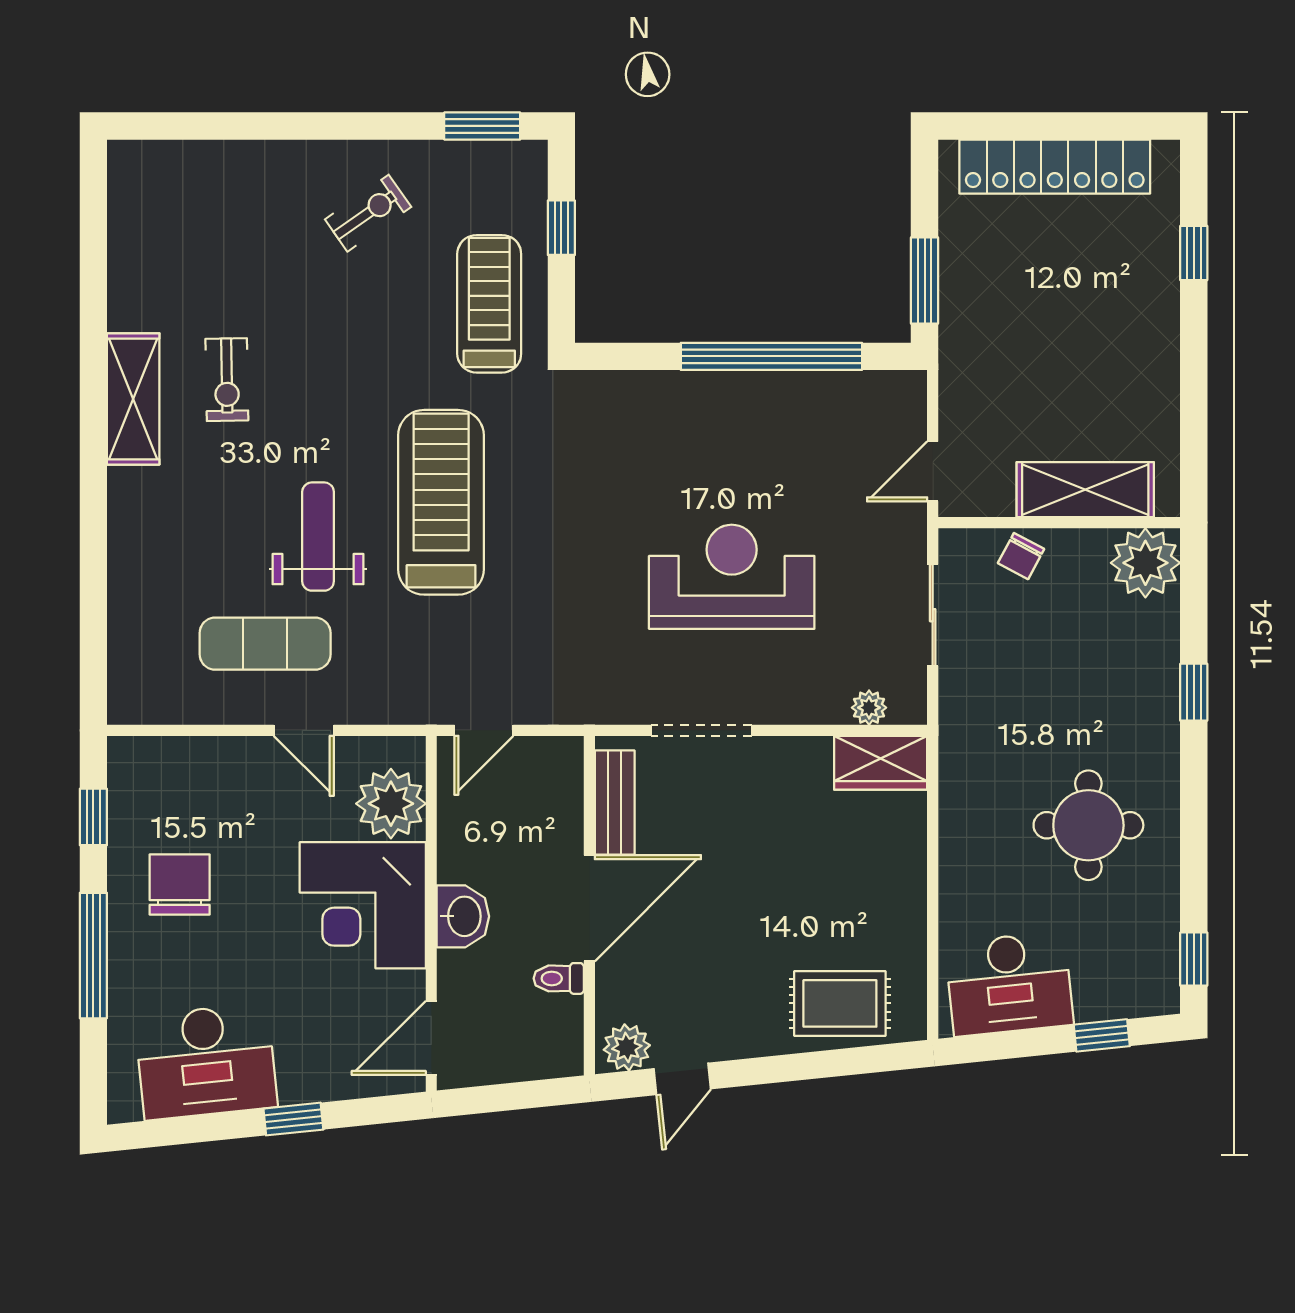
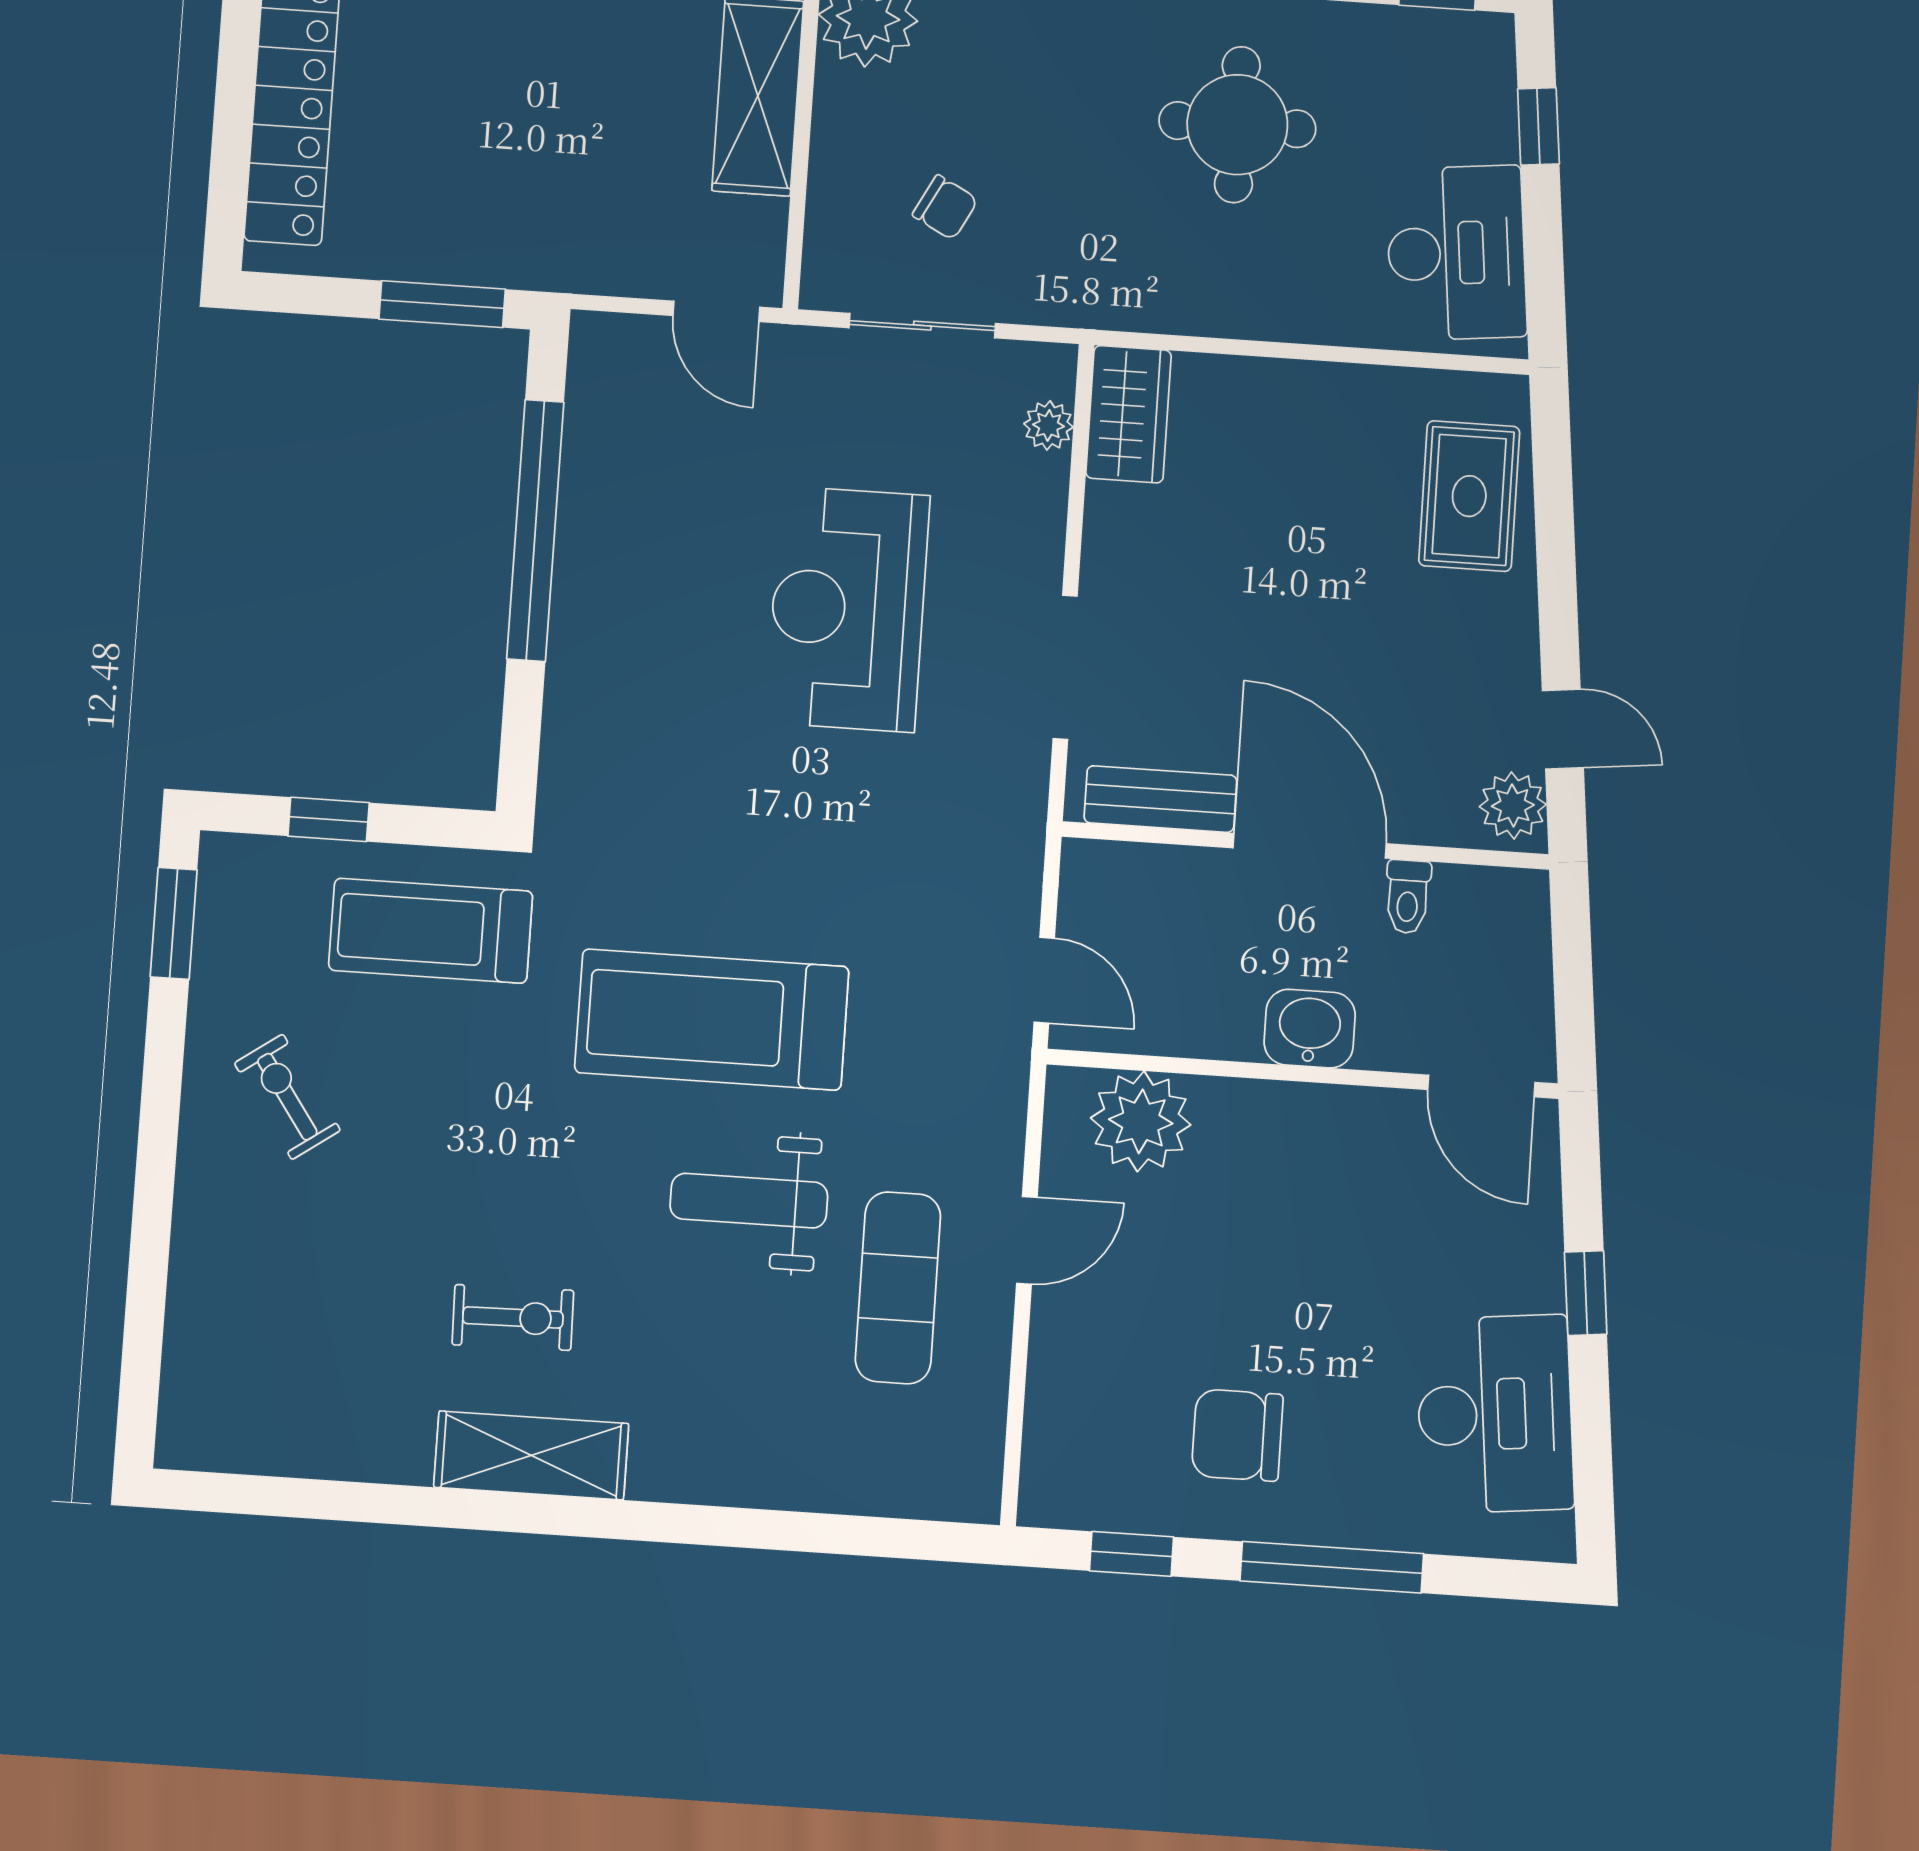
chair: (1021, 556) -> (945, 207), moved
corner desk: (363, 905) -> (1284, 1172), removed

